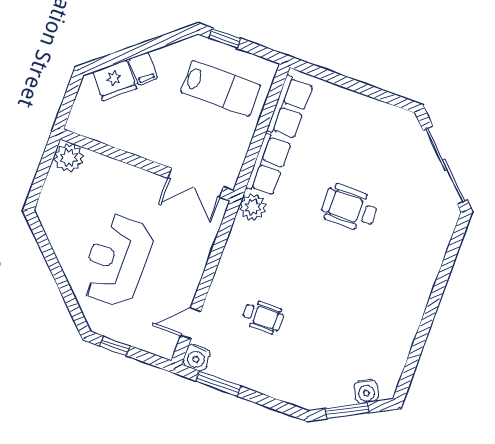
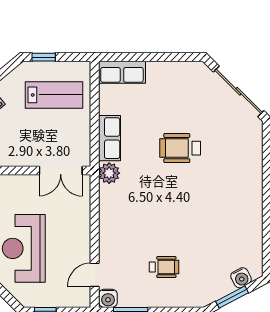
row of seats: (290, 107) -> (122, 72), moved, turned 90
wheelchair: (263, 317) -> (164, 267), moved

